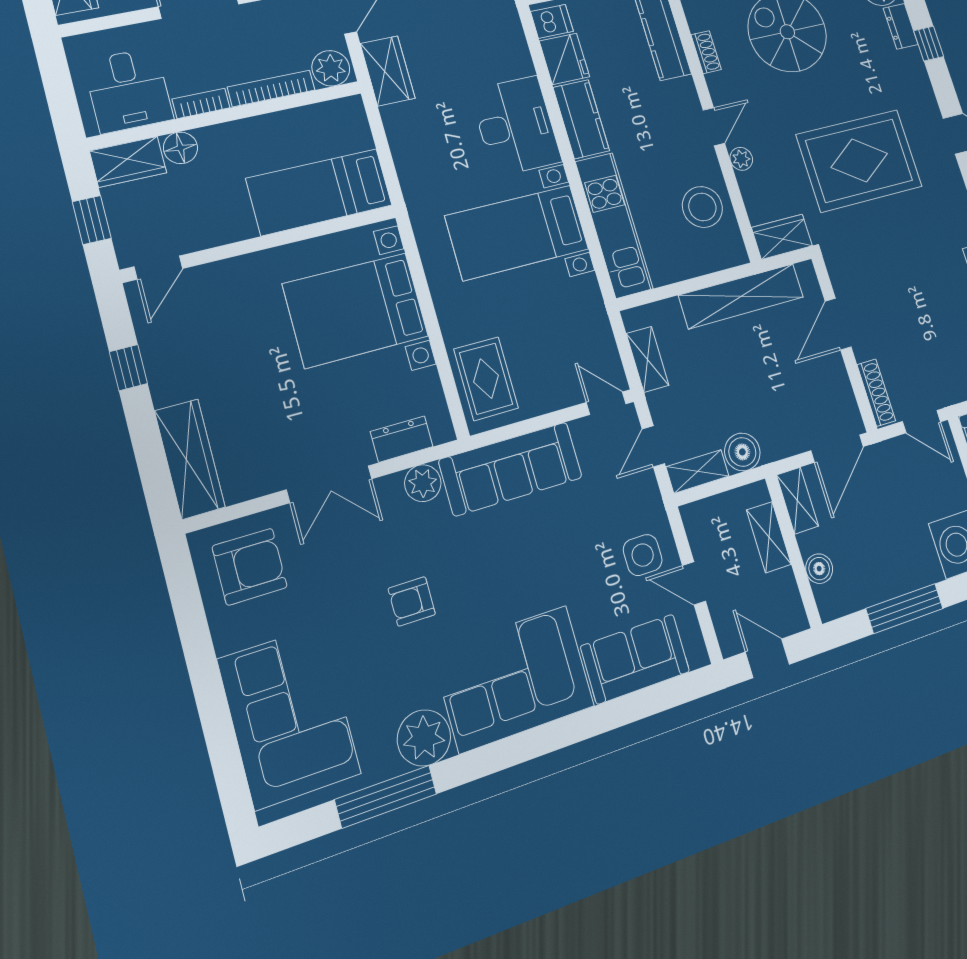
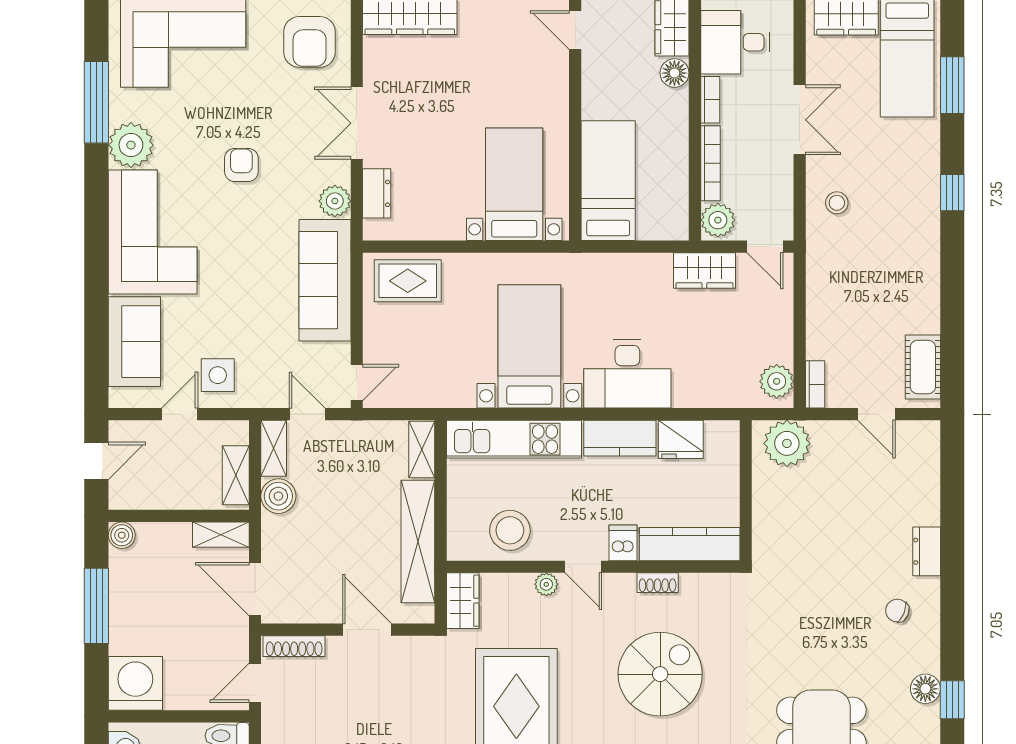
dishwasher: (552, 21) -> (623, 543), moved, turned 180
bed with nightstands: (356, 310) -> (514, 184), width x0.73
shelving: (648, 359) -> (422, 449), moved, turned 90
shelving: (769, 537) -> (236, 475), moved, turned 90
boiler: (819, 569) -> (122, 535), moved

